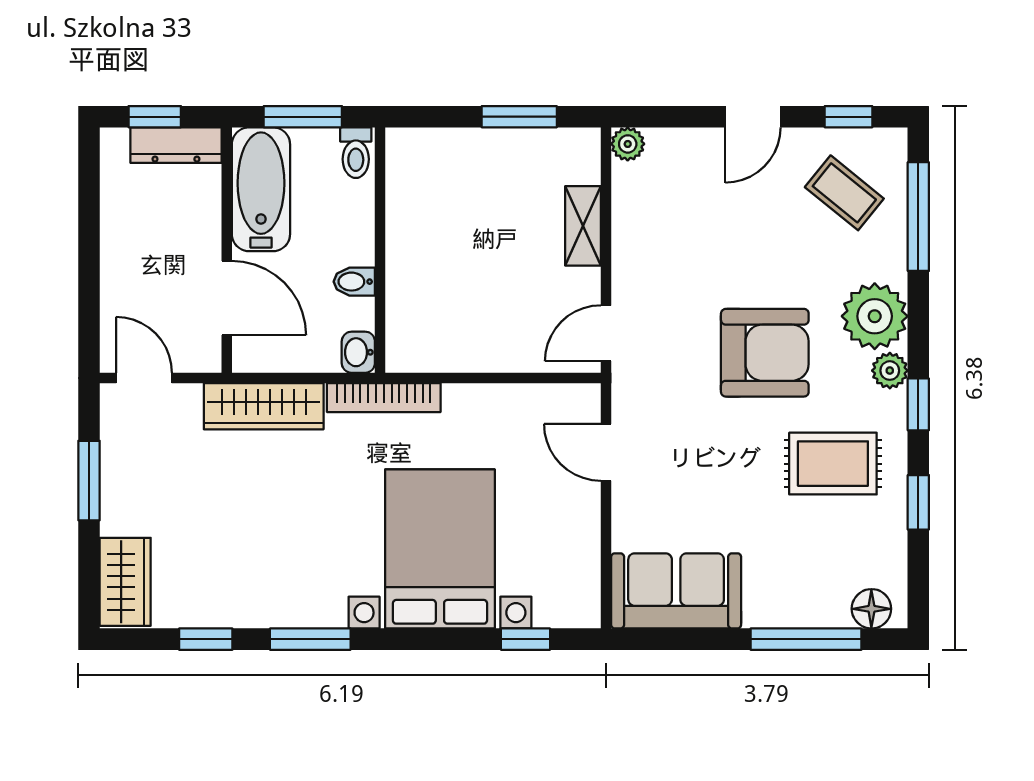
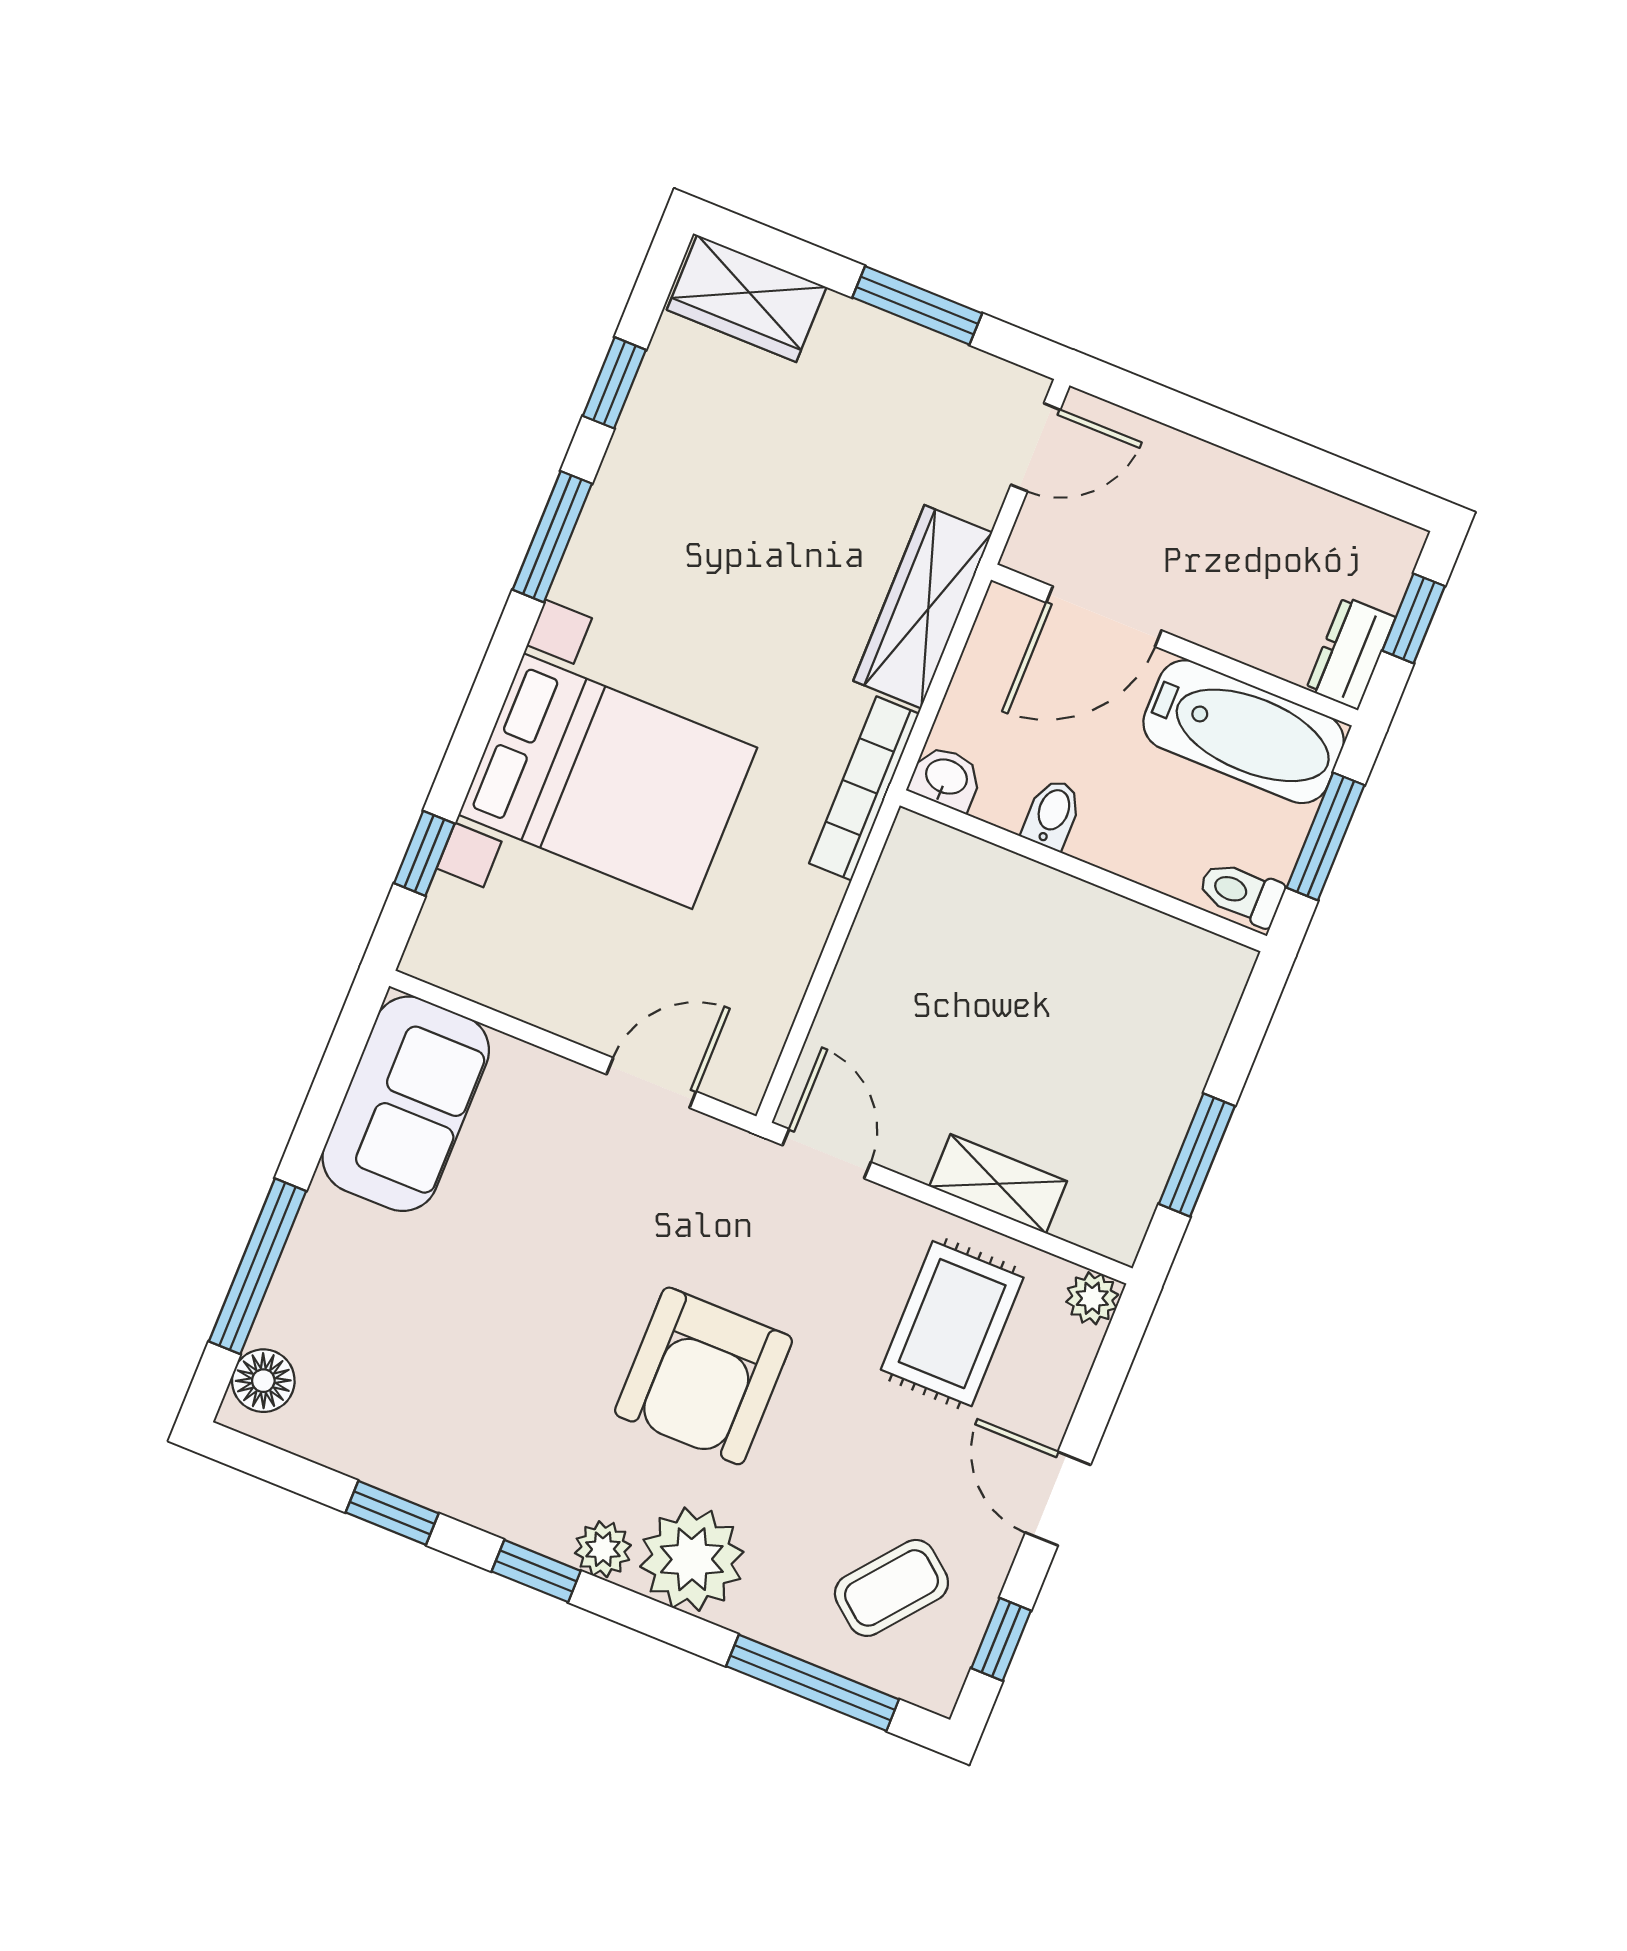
dresser: (176, 145) -> (1351, 653), width x0.70
rug: (833, 464) -> (952, 1324), moved

